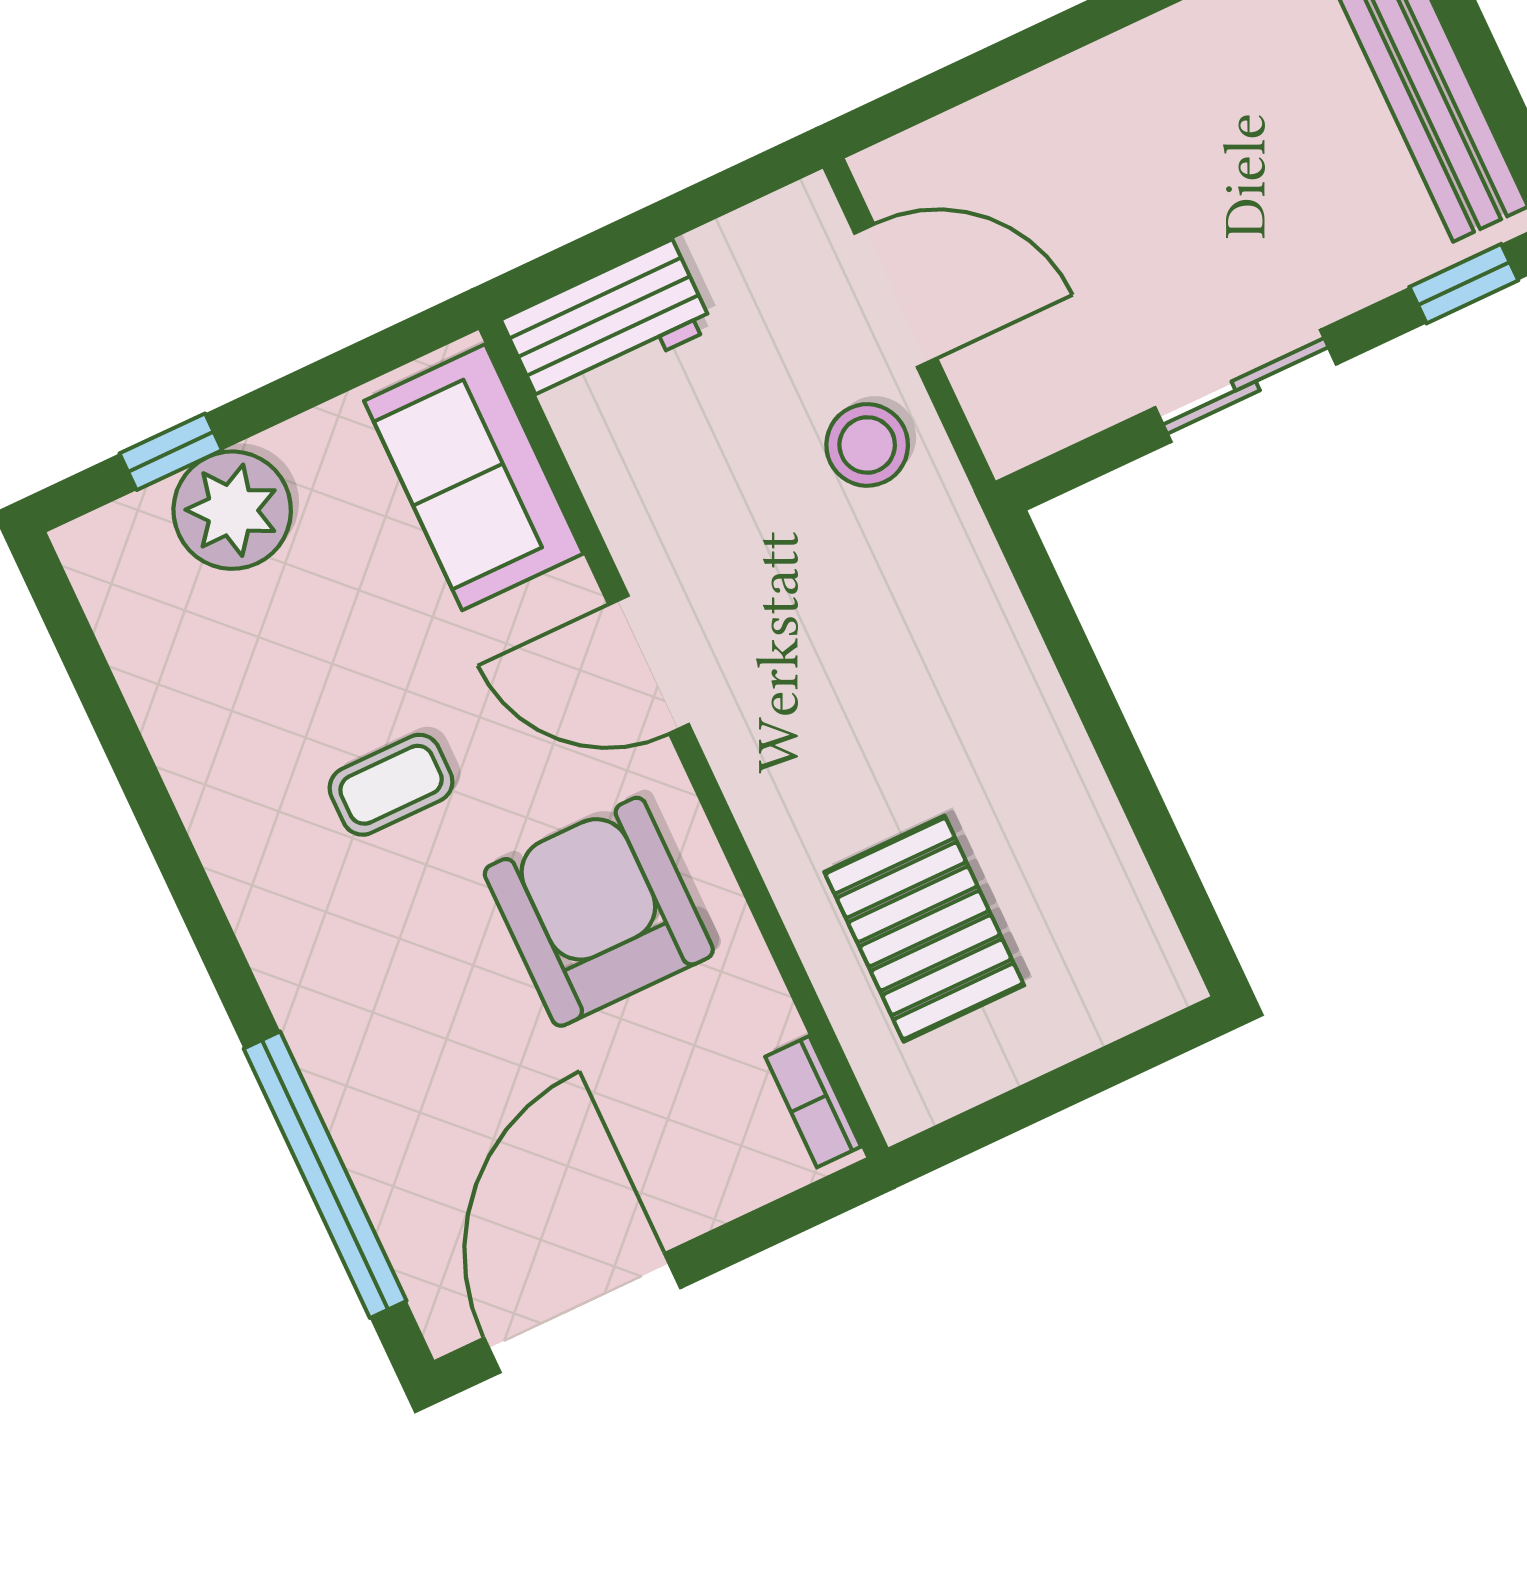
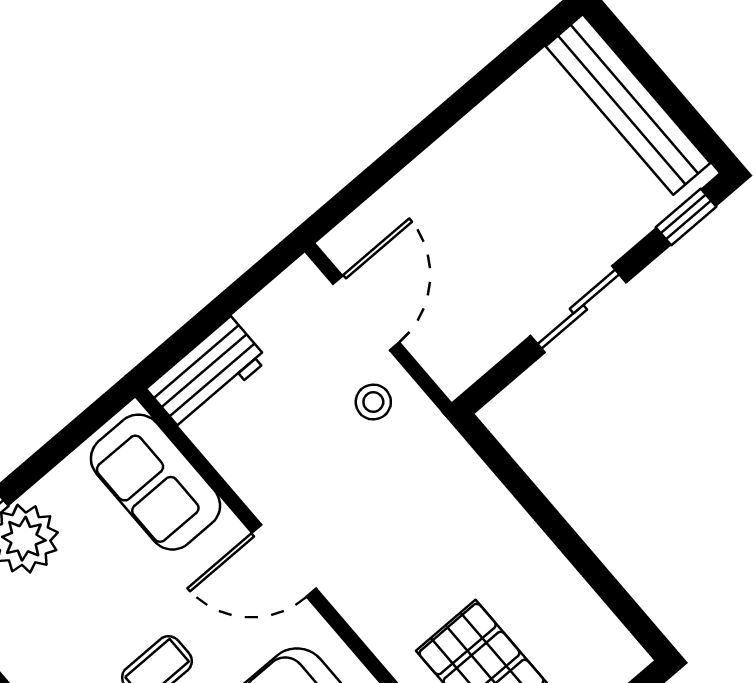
door: (896, 296) -> (366, 313), hinge flipped
stool: (867, 445) -> (373, 402), width x0.73, depth x0.73

